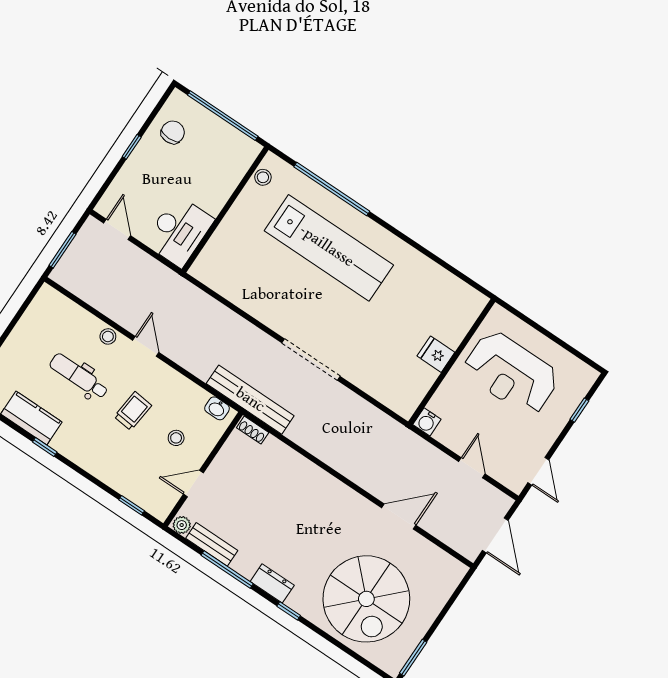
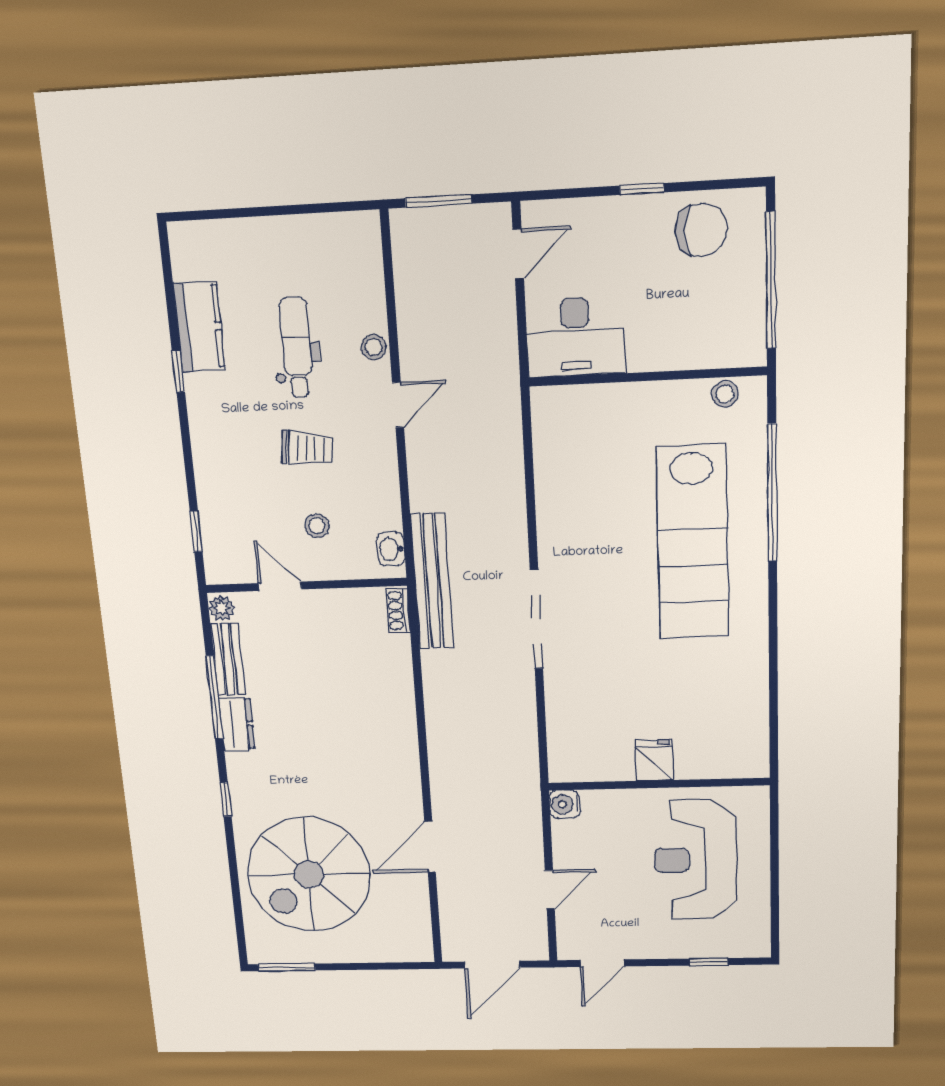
chair: (173, 132) -> (701, 230), width x1.37, depth x1.37
door: (399, 516) -> (430, 847), swing flipped
dresser: (272, 583) -> (237, 724), moved

